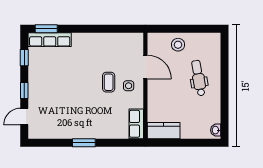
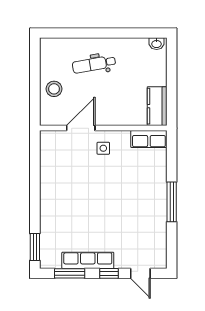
row of seats: (50, 40) -> (88, 260), moved, turned -90
window: (24, 58) -> (70, 273), width x1.50
coffee table: (109, 82) -> (99, 172), removed
window: (84, 143) -> (172, 202), width x1.44

